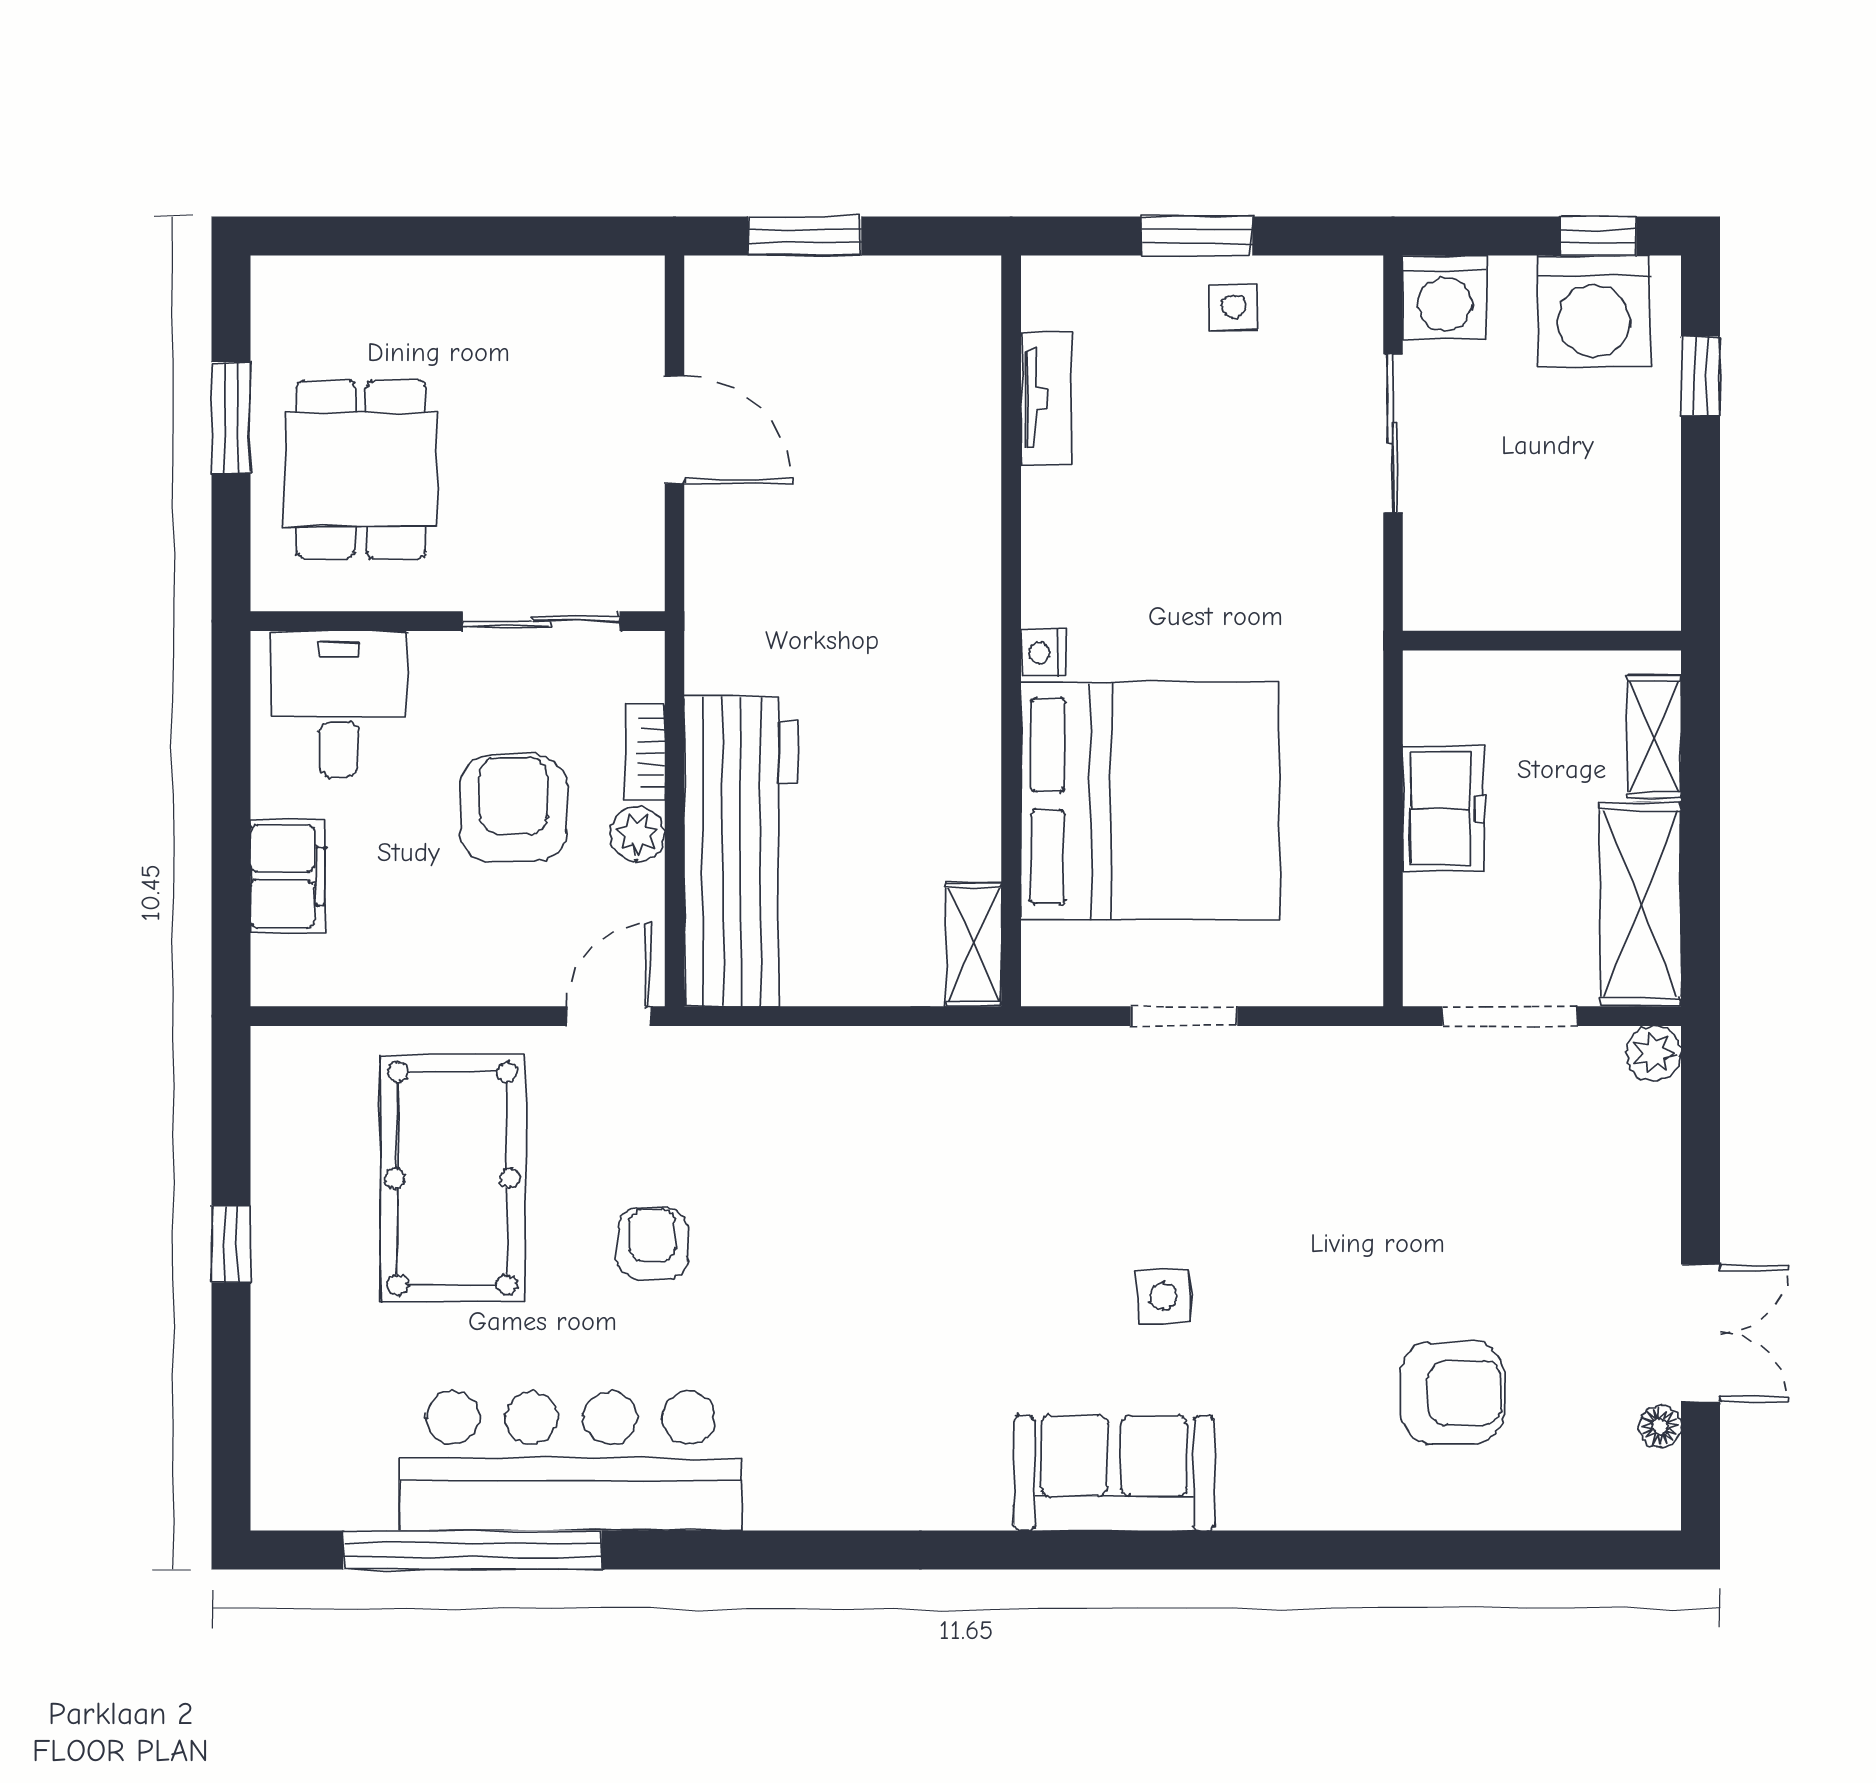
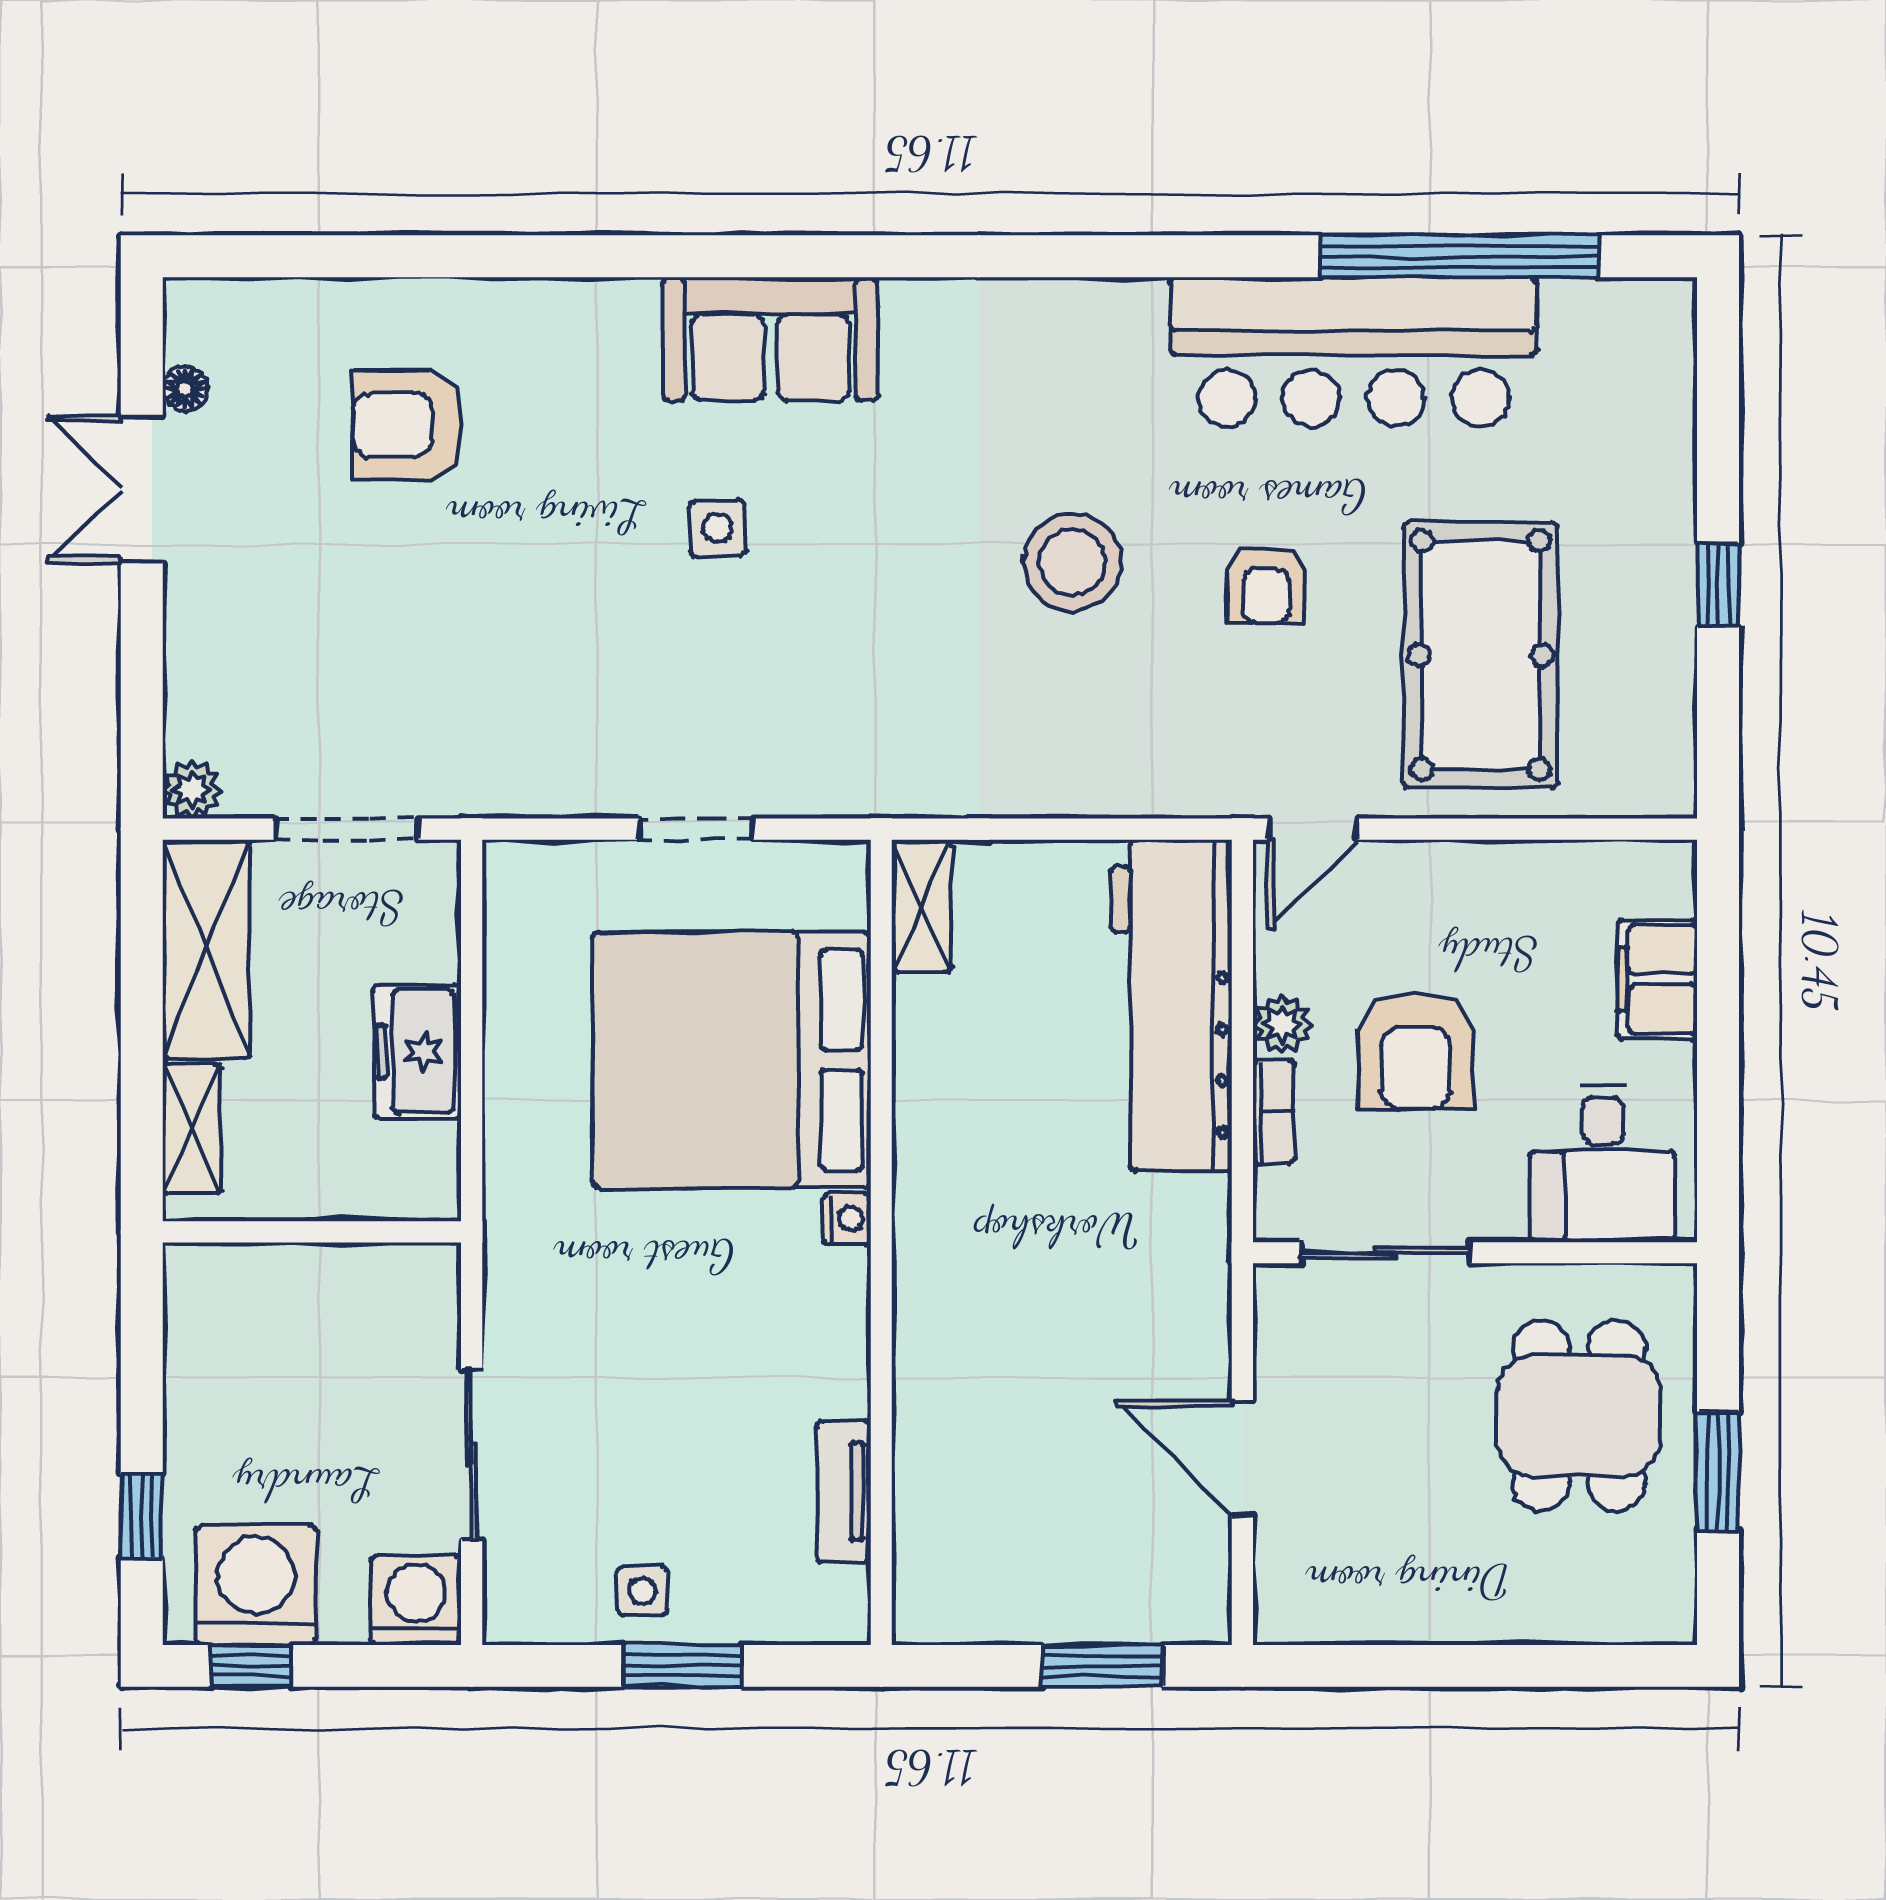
stool: (833, 1265) -> (1072, 562), added

